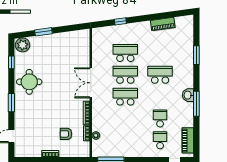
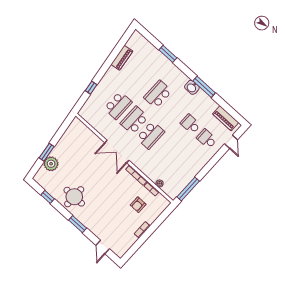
plant: (23, 45) -> (51, 164), moved
school desk: (125, 53) -> (118, 105), turned 180
school desk: (125, 97) -> (151, 135), turned 180

